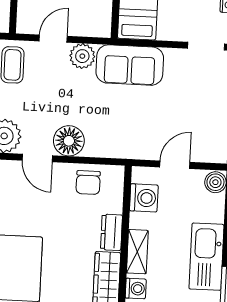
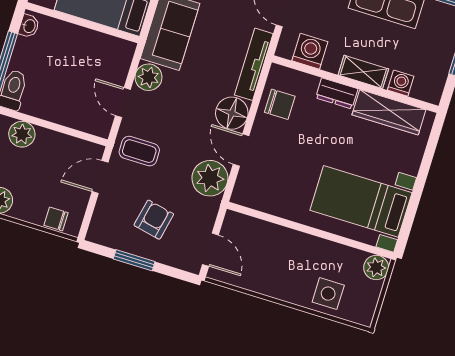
tv unit: (119, 149) -> (254, 64), added
door: (37, 158) -> (241, 150), swing flipped

